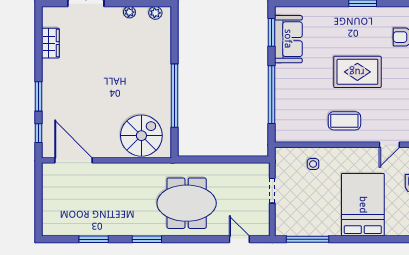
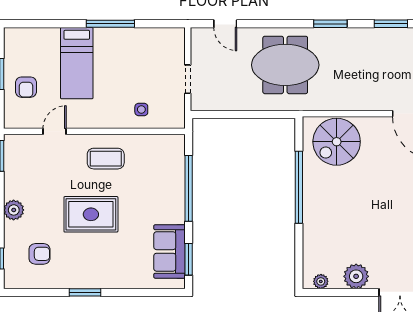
plant: (129, 12) -> (356, 276), width x1.88, depth x1.88
bed: (363, 205) -> (77, 63), width x0.67
window: (307, 239) -> (110, 24), moved

